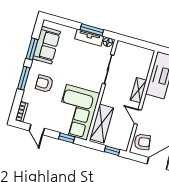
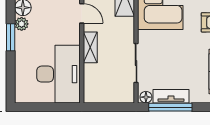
window: (92, 30) -> (170, 107), width x1.44

